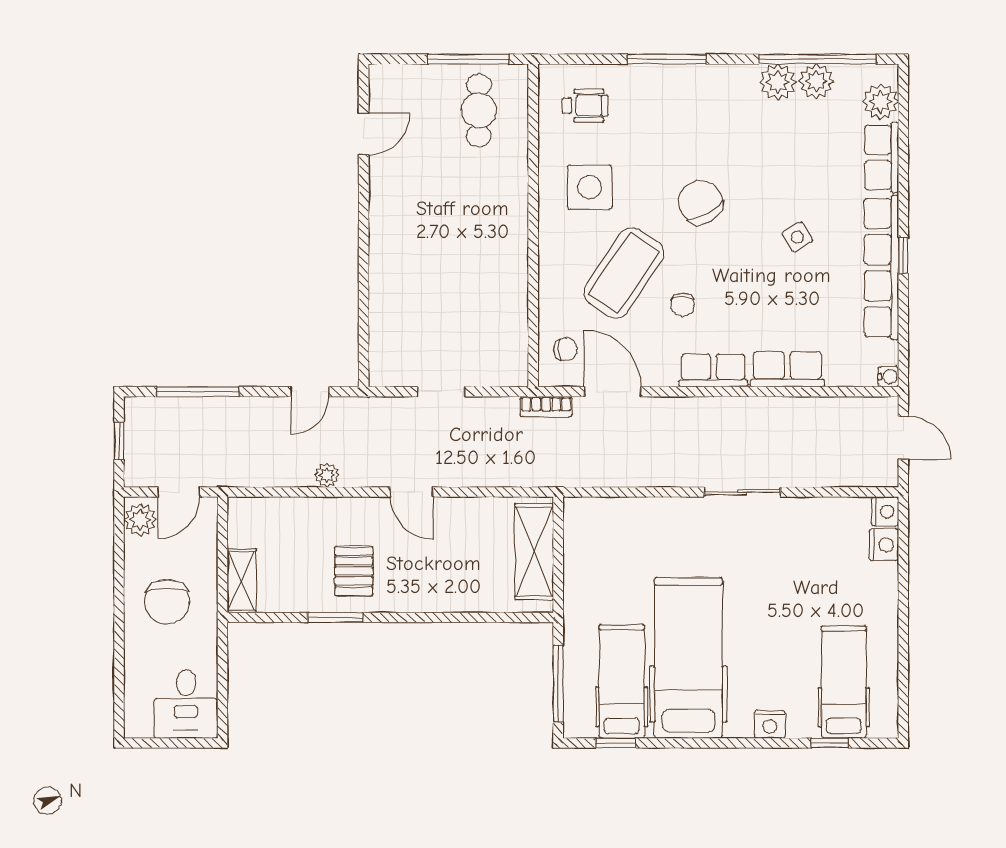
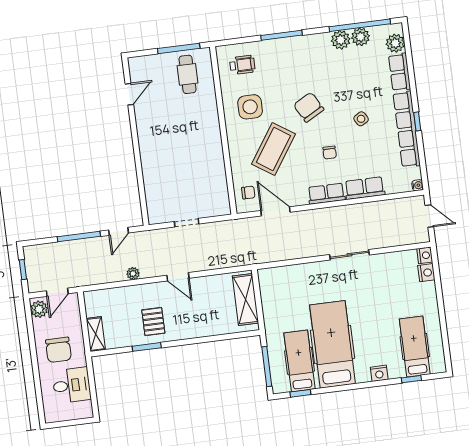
chair: (682, 305) -> (330, 153), moved
window: (198, 392) -> (79, 237), moved
bookcase: (546, 407) -> (242, 224), removed
desk: (186, 704) -> (72, 385), moved, turned -90

